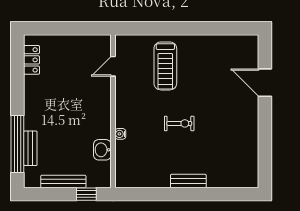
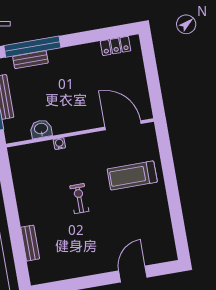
door: (113, 66) -> (123, 125), width x1.87
exercise bike: (179, 123) -> (79, 199), turned 180
bench: (188, 181) -> (30, 243), moved

